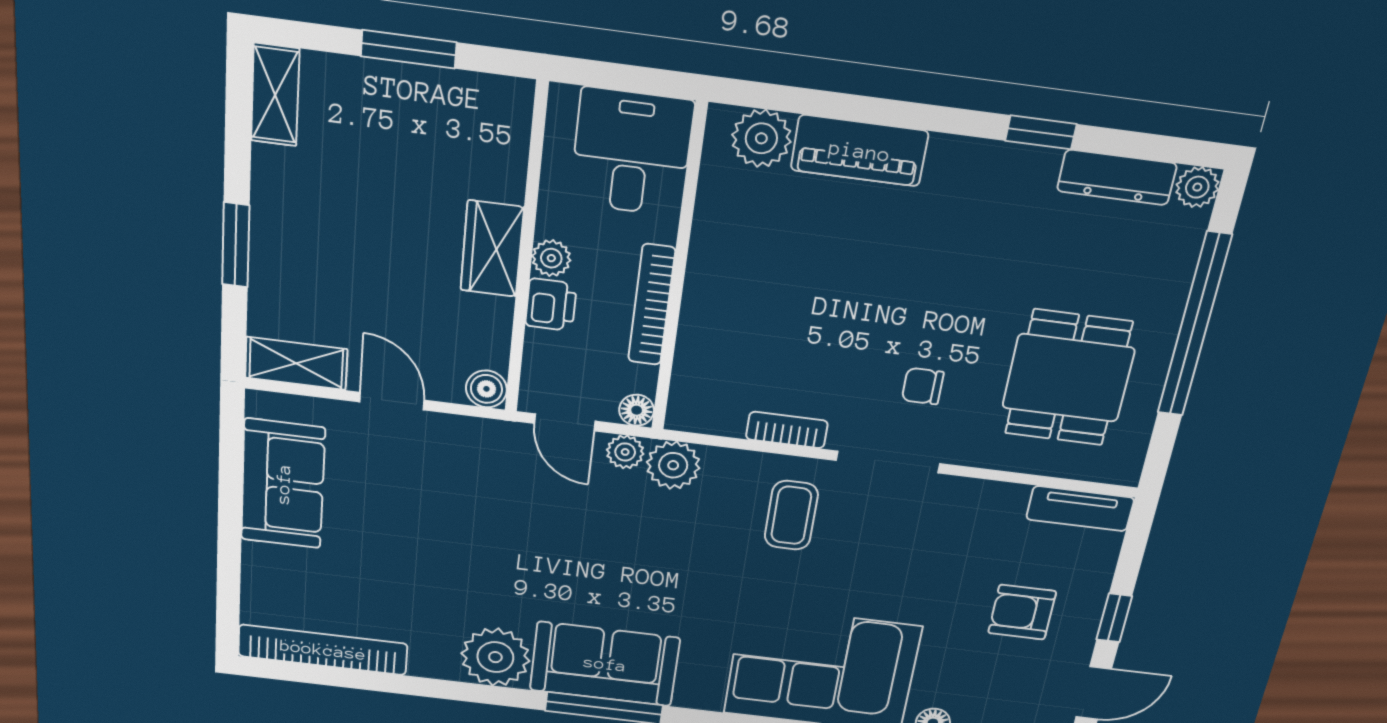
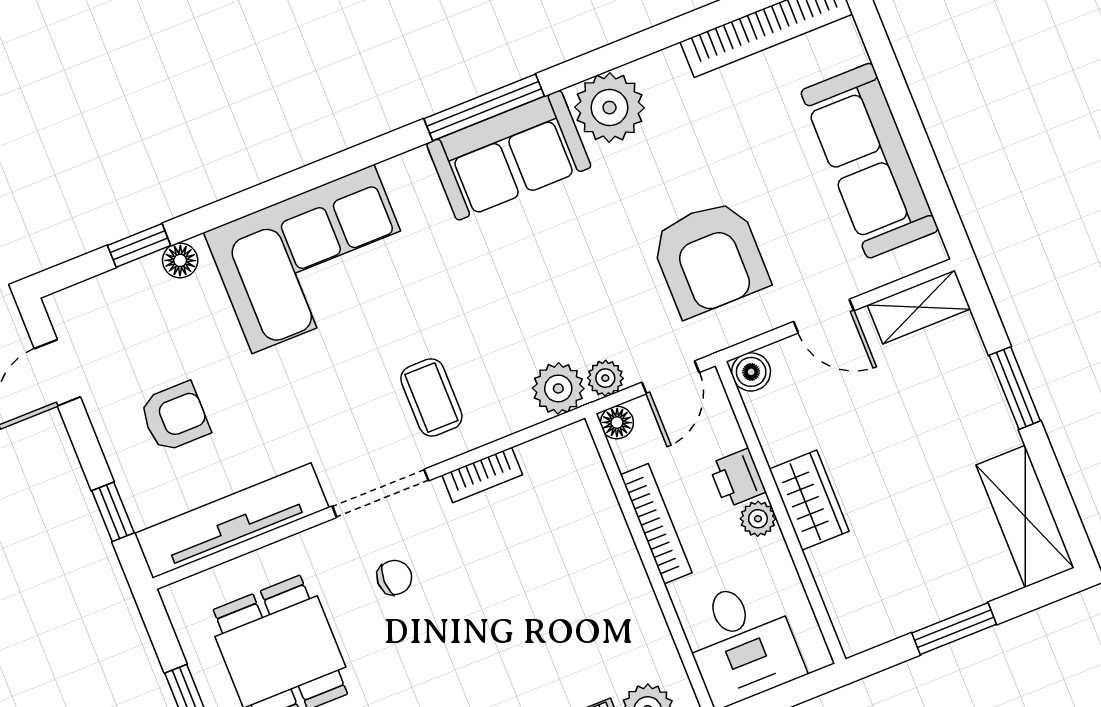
shelving: (275, 95) -> (1025, 516), width x1.50, depth x1.33
door: (565, 422) -> (670, 377), swing flipped
sofa: (283, 484) -> (870, 161), width x1.36
armchair: (473, 501) -> (709, 258), added
tv unit: (1080, 509) -> (232, 521), width x1.92, depth x1.29
window: (1114, 618) -> (113, 512), moved

